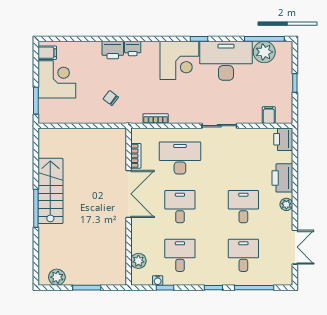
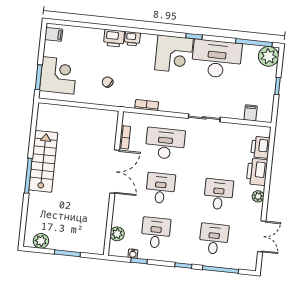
plant: (264, 52) -> (269, 56), moved
corner desk: (57, 79) -> (58, 75), moved
printer: (283, 139) -> (260, 147), moved

